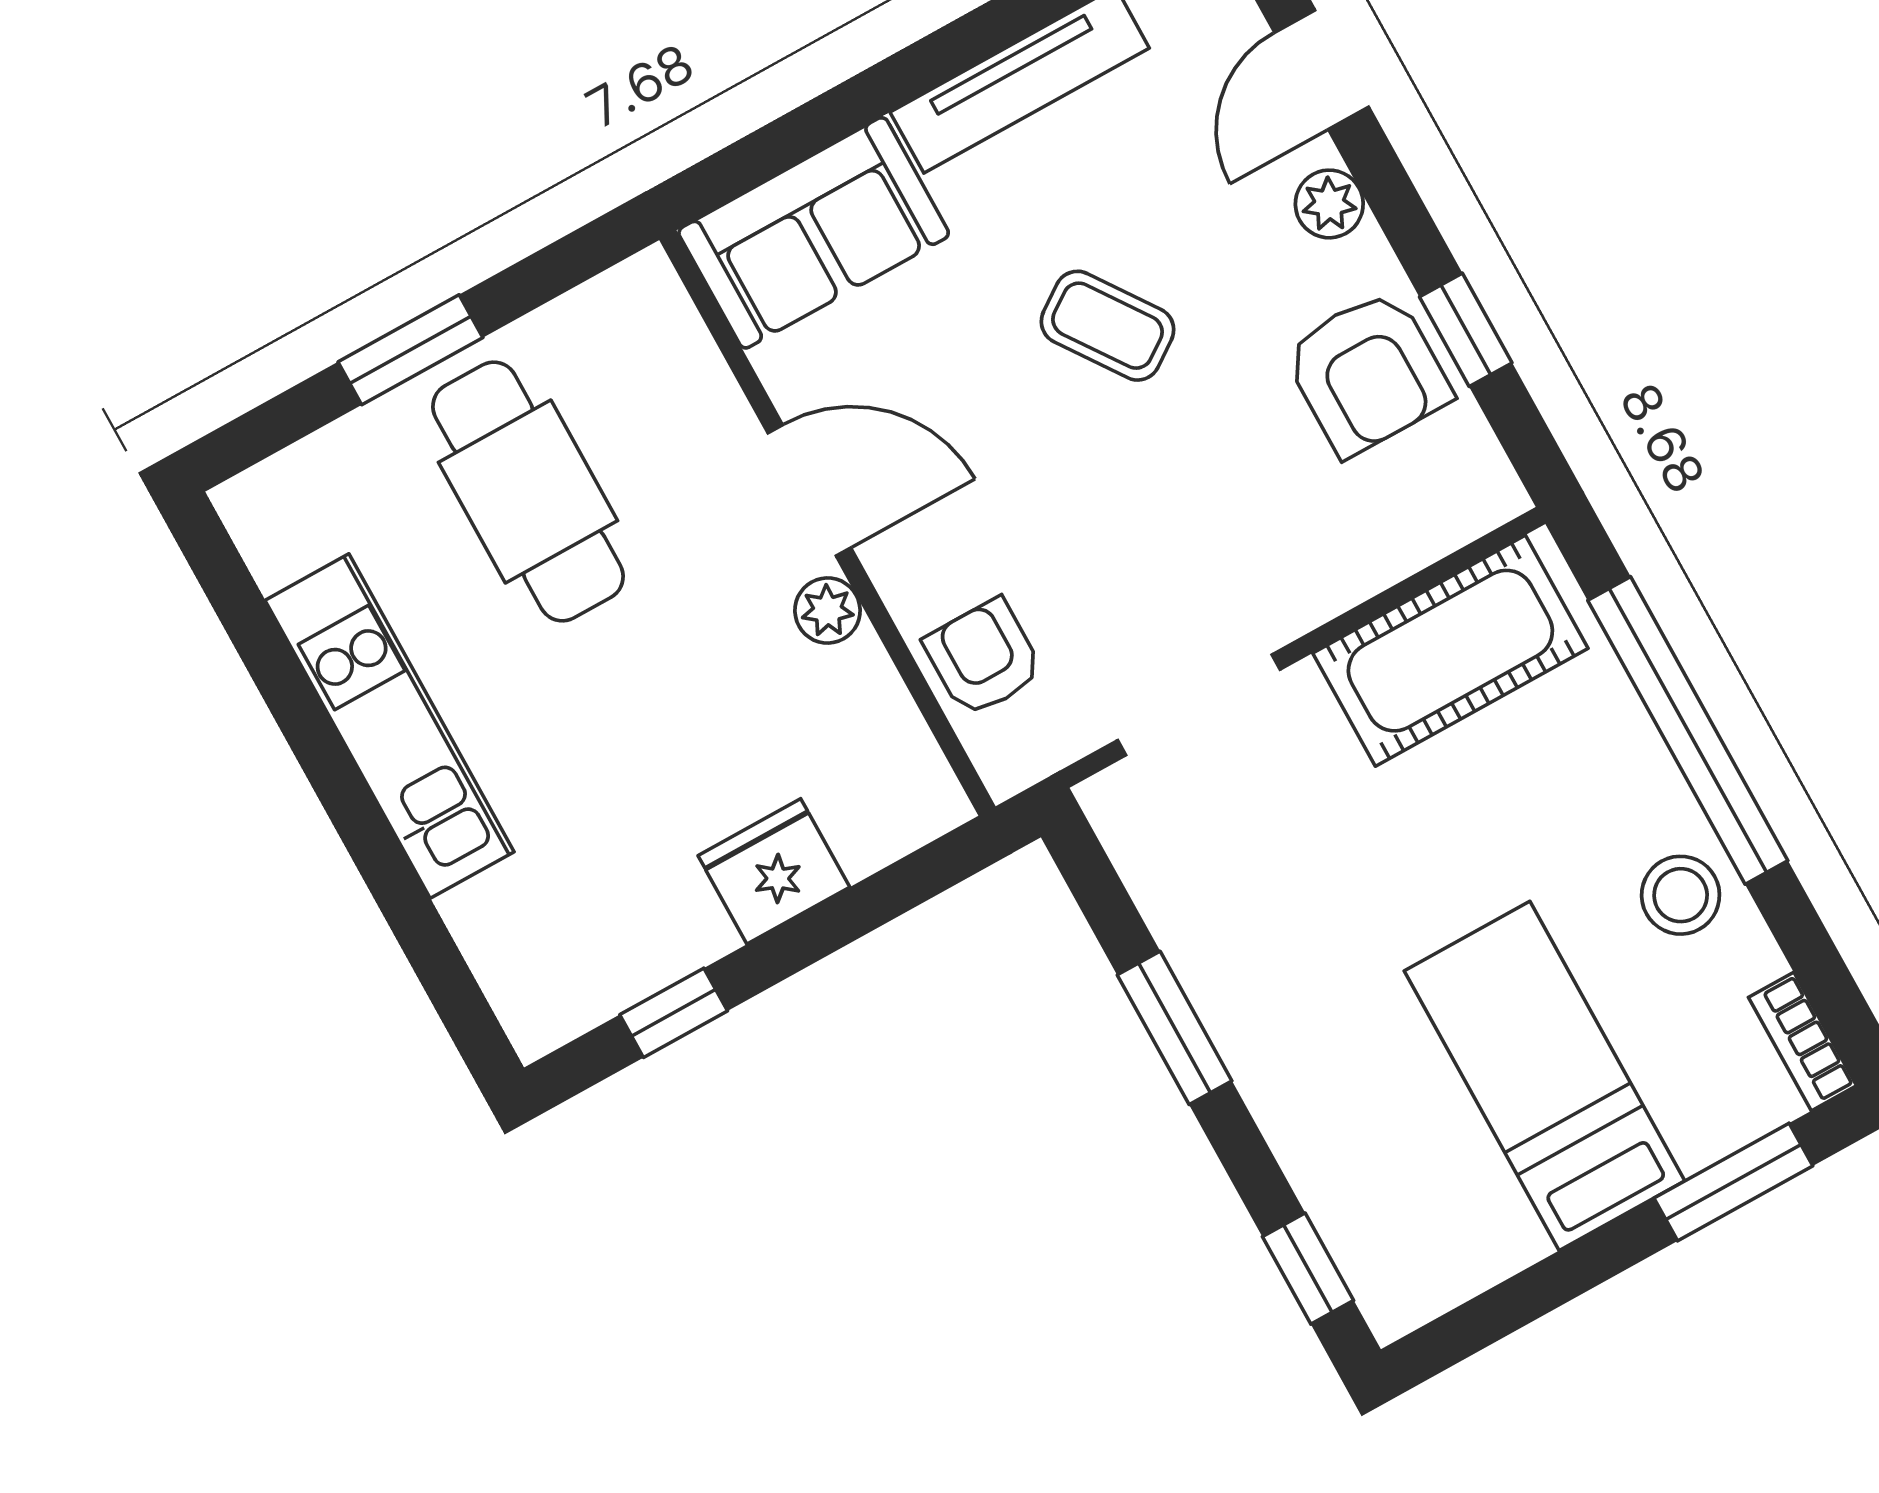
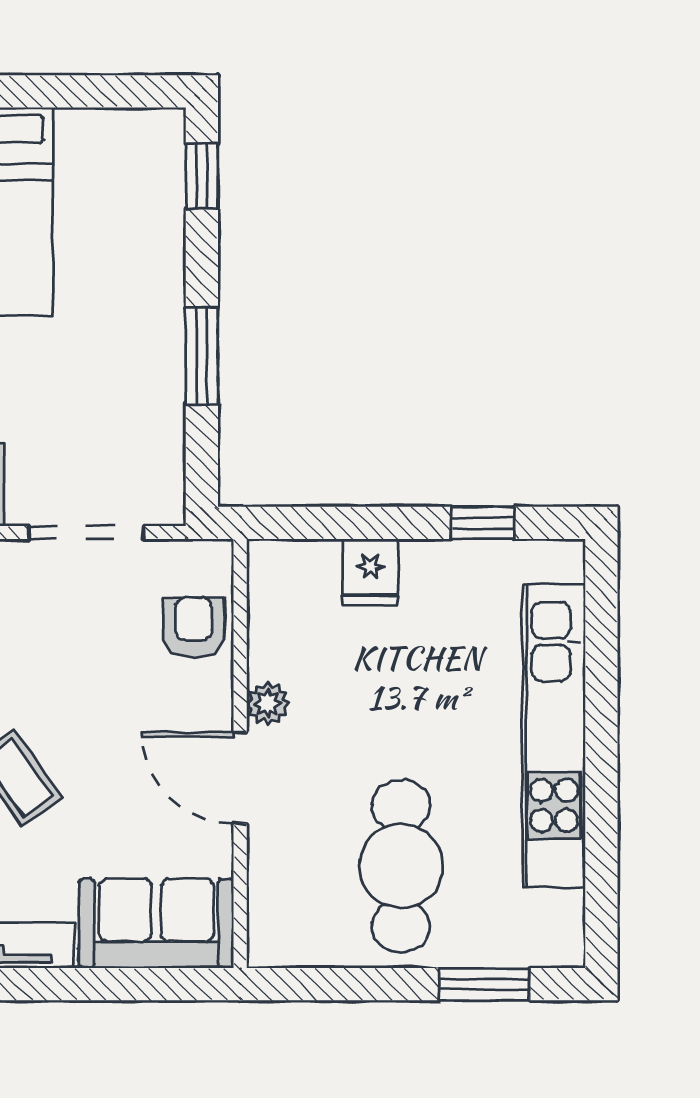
window: (410, 350) -> (484, 984), moved
armchair: (983, 658) -> (194, 627), turned 180
kitchen unit: (390, 726) -> (554, 736), width x1.36
fridge: (774, 871) -> (370, 572), width x0.72

